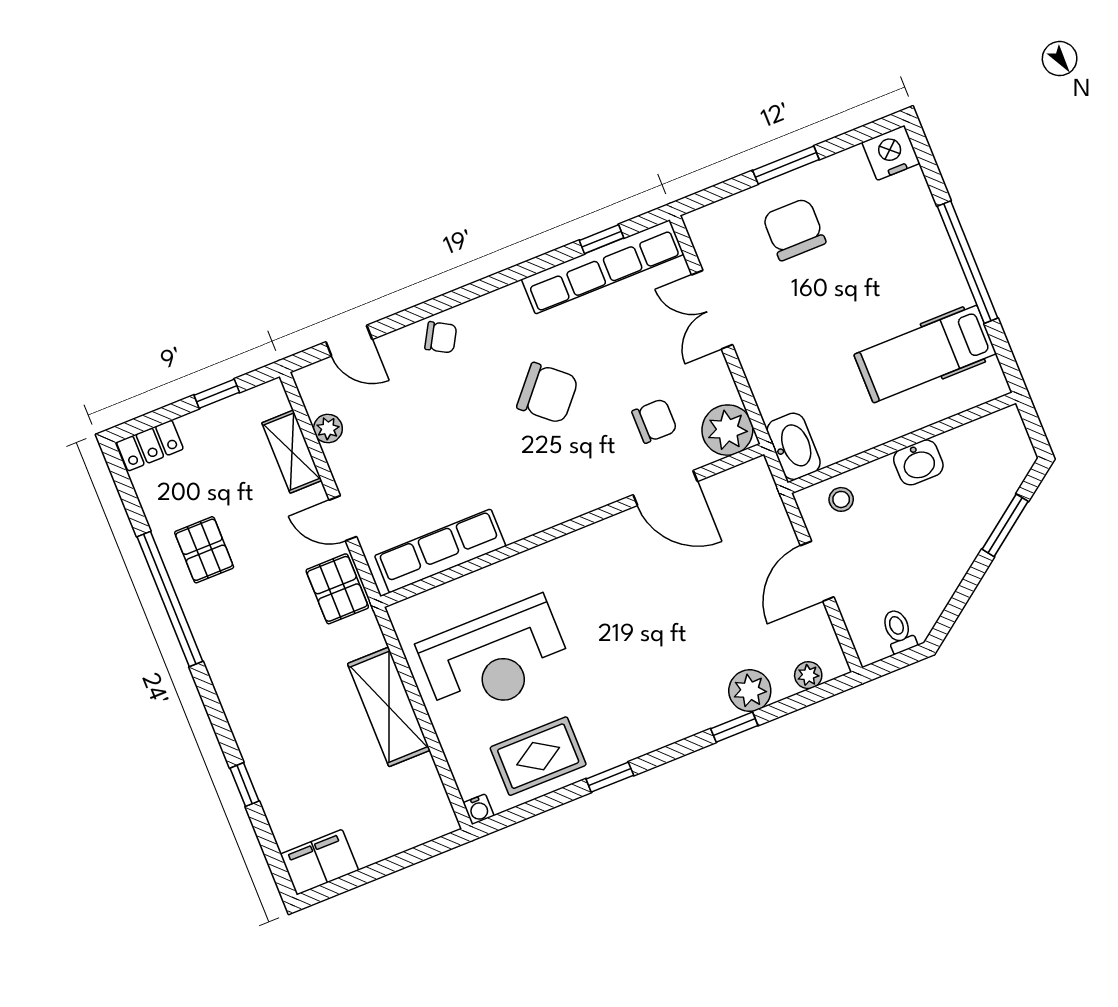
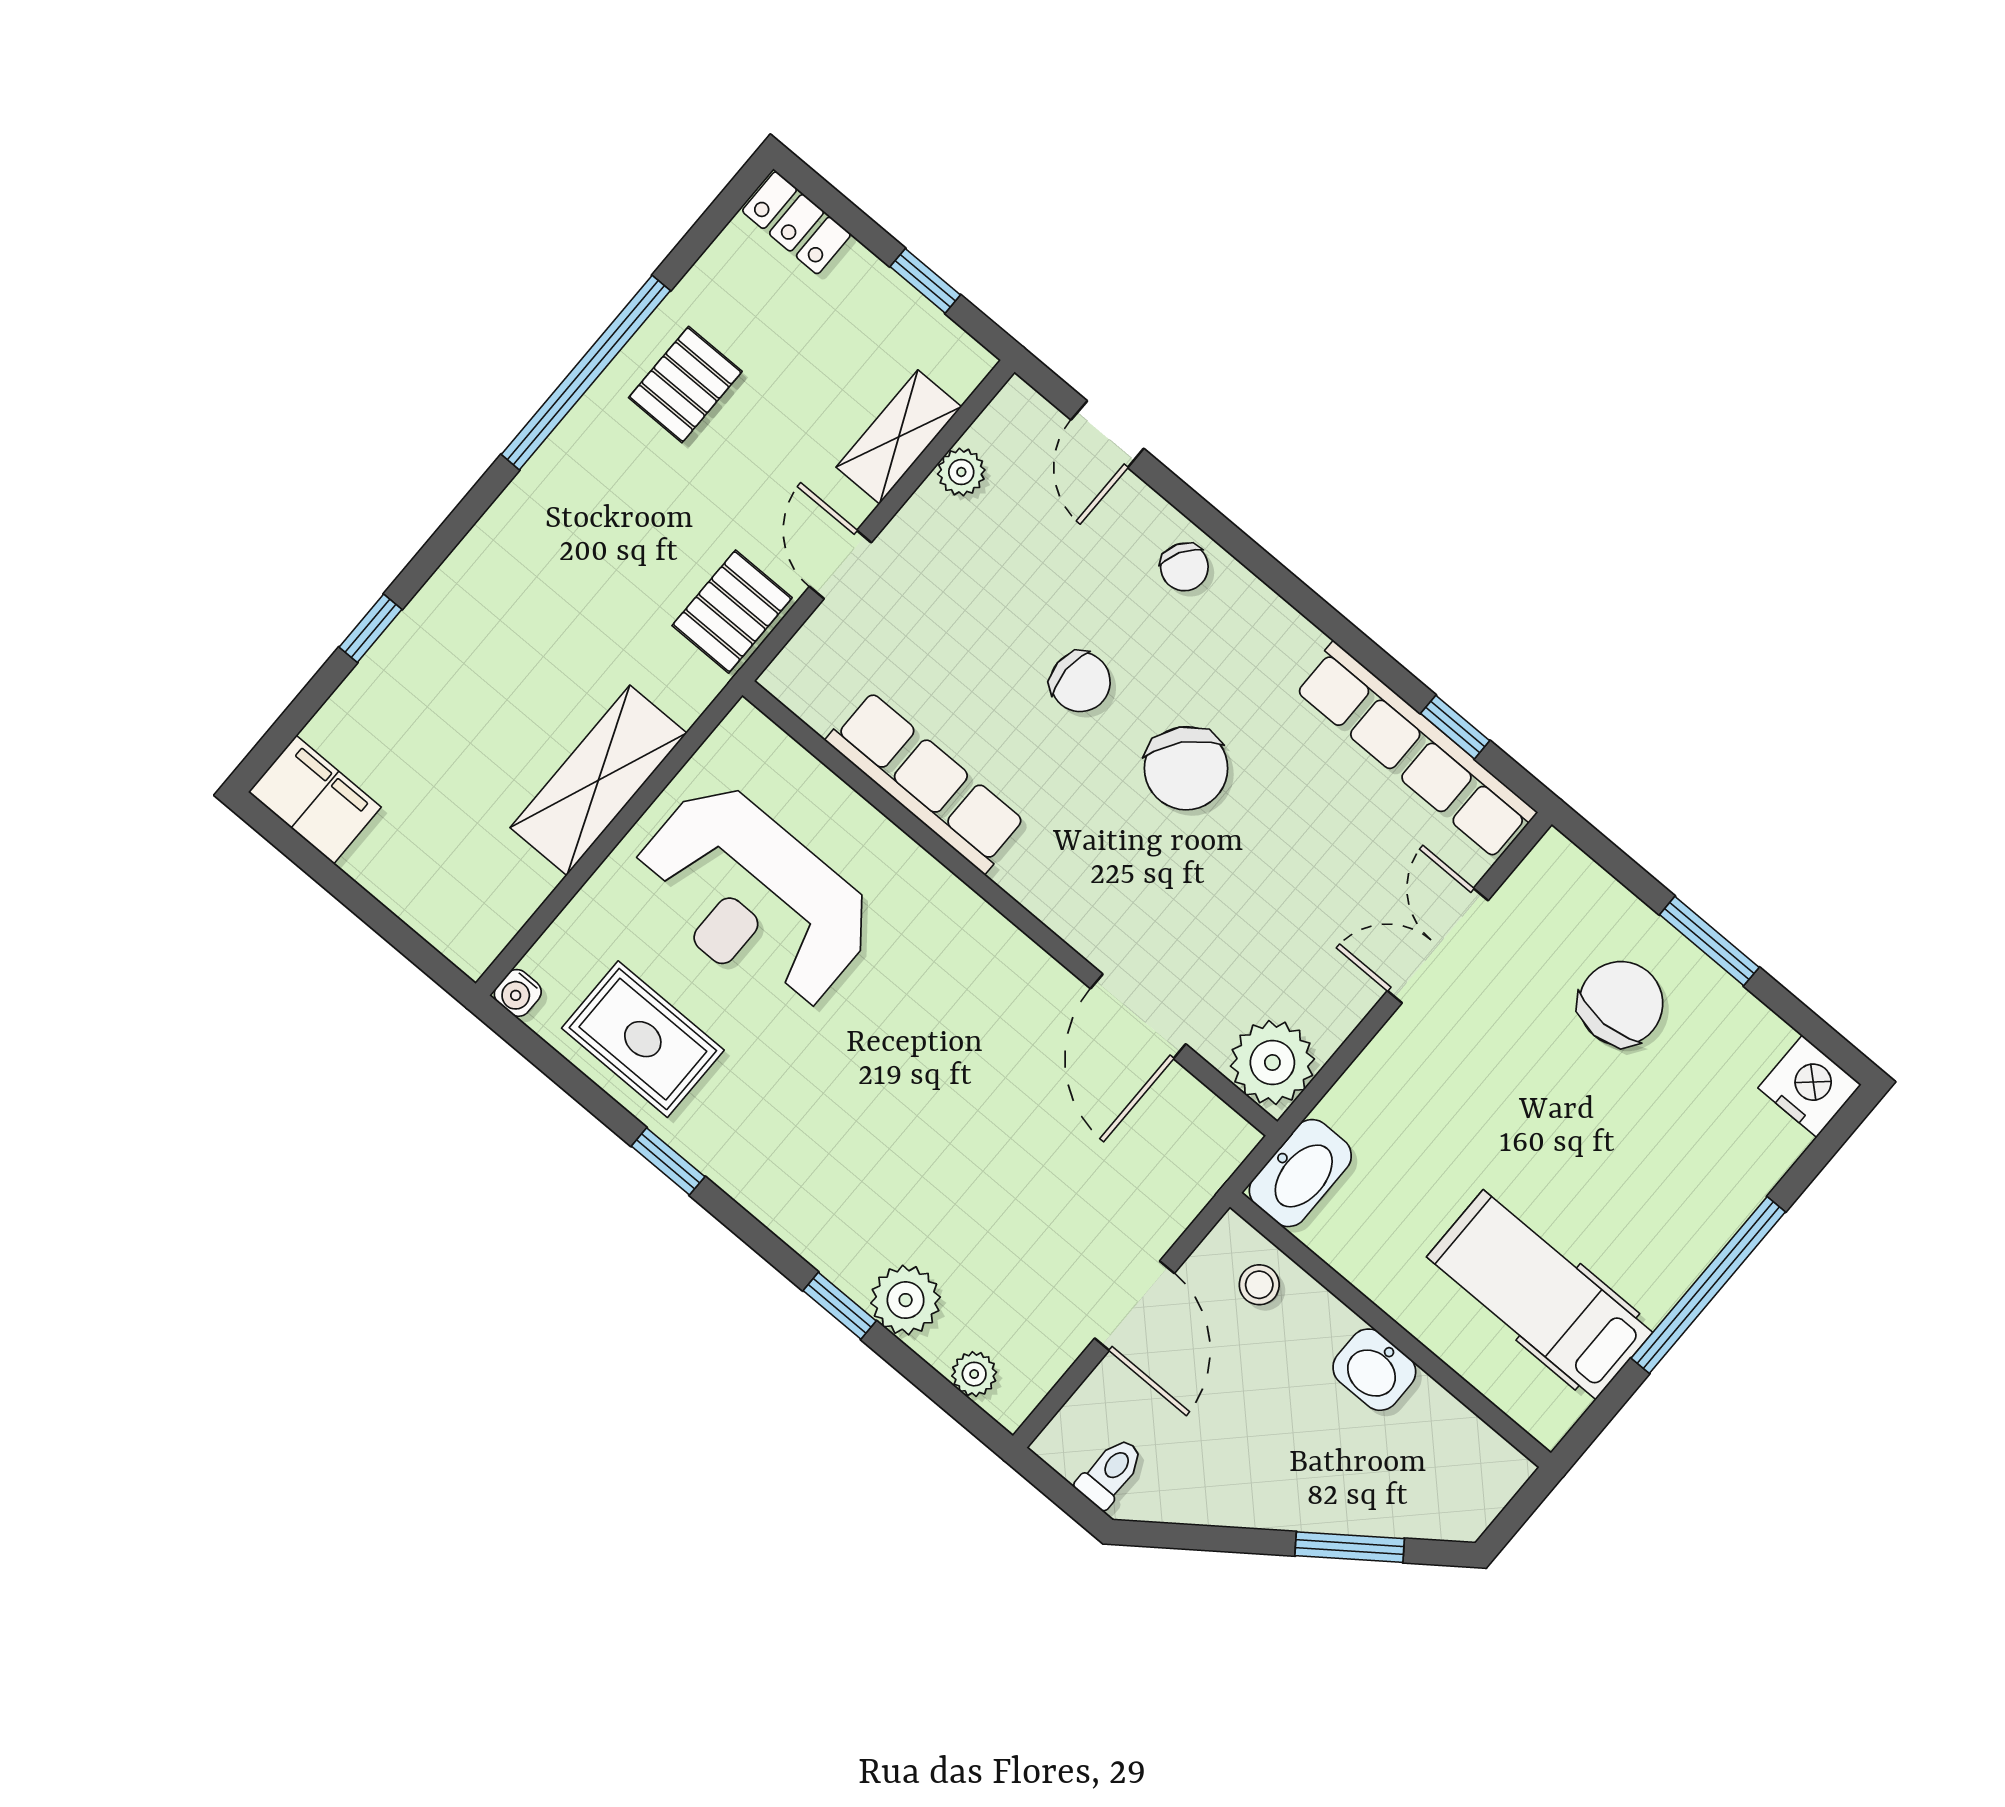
chair: (654, 421) -> (1080, 682), moved
row of seats: (440, 551) -> (926, 782), moved
door: (817, 571) -> (1134, 1306), swing flipped

